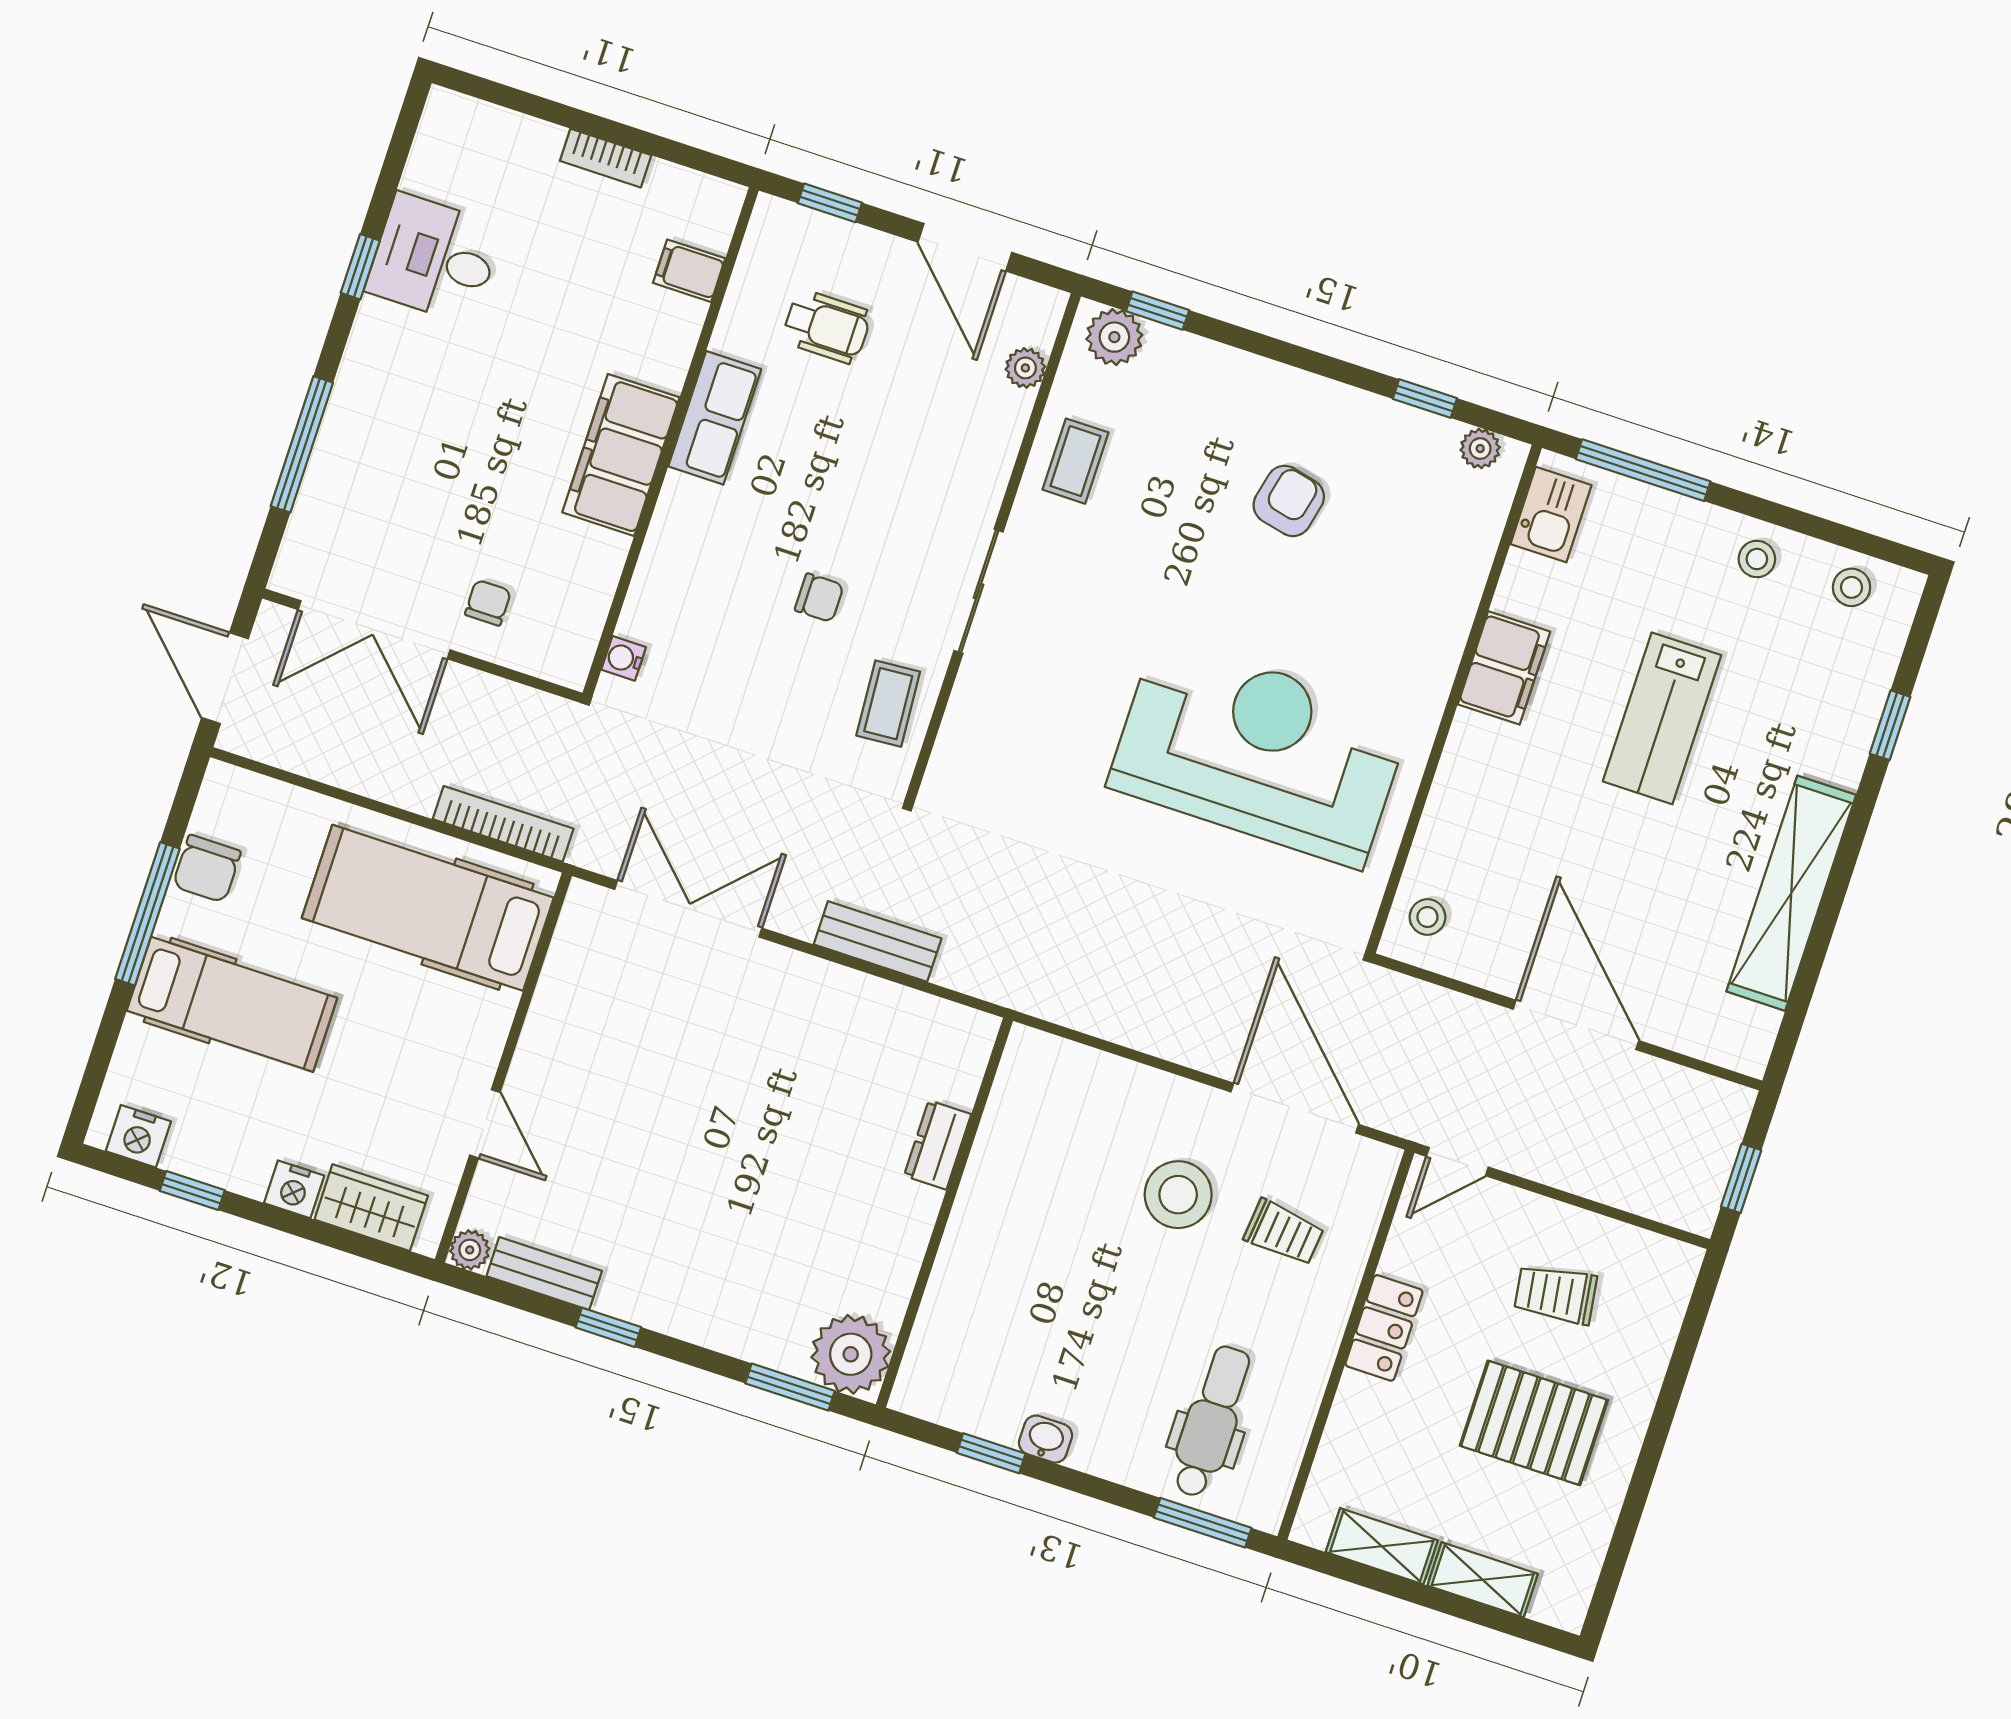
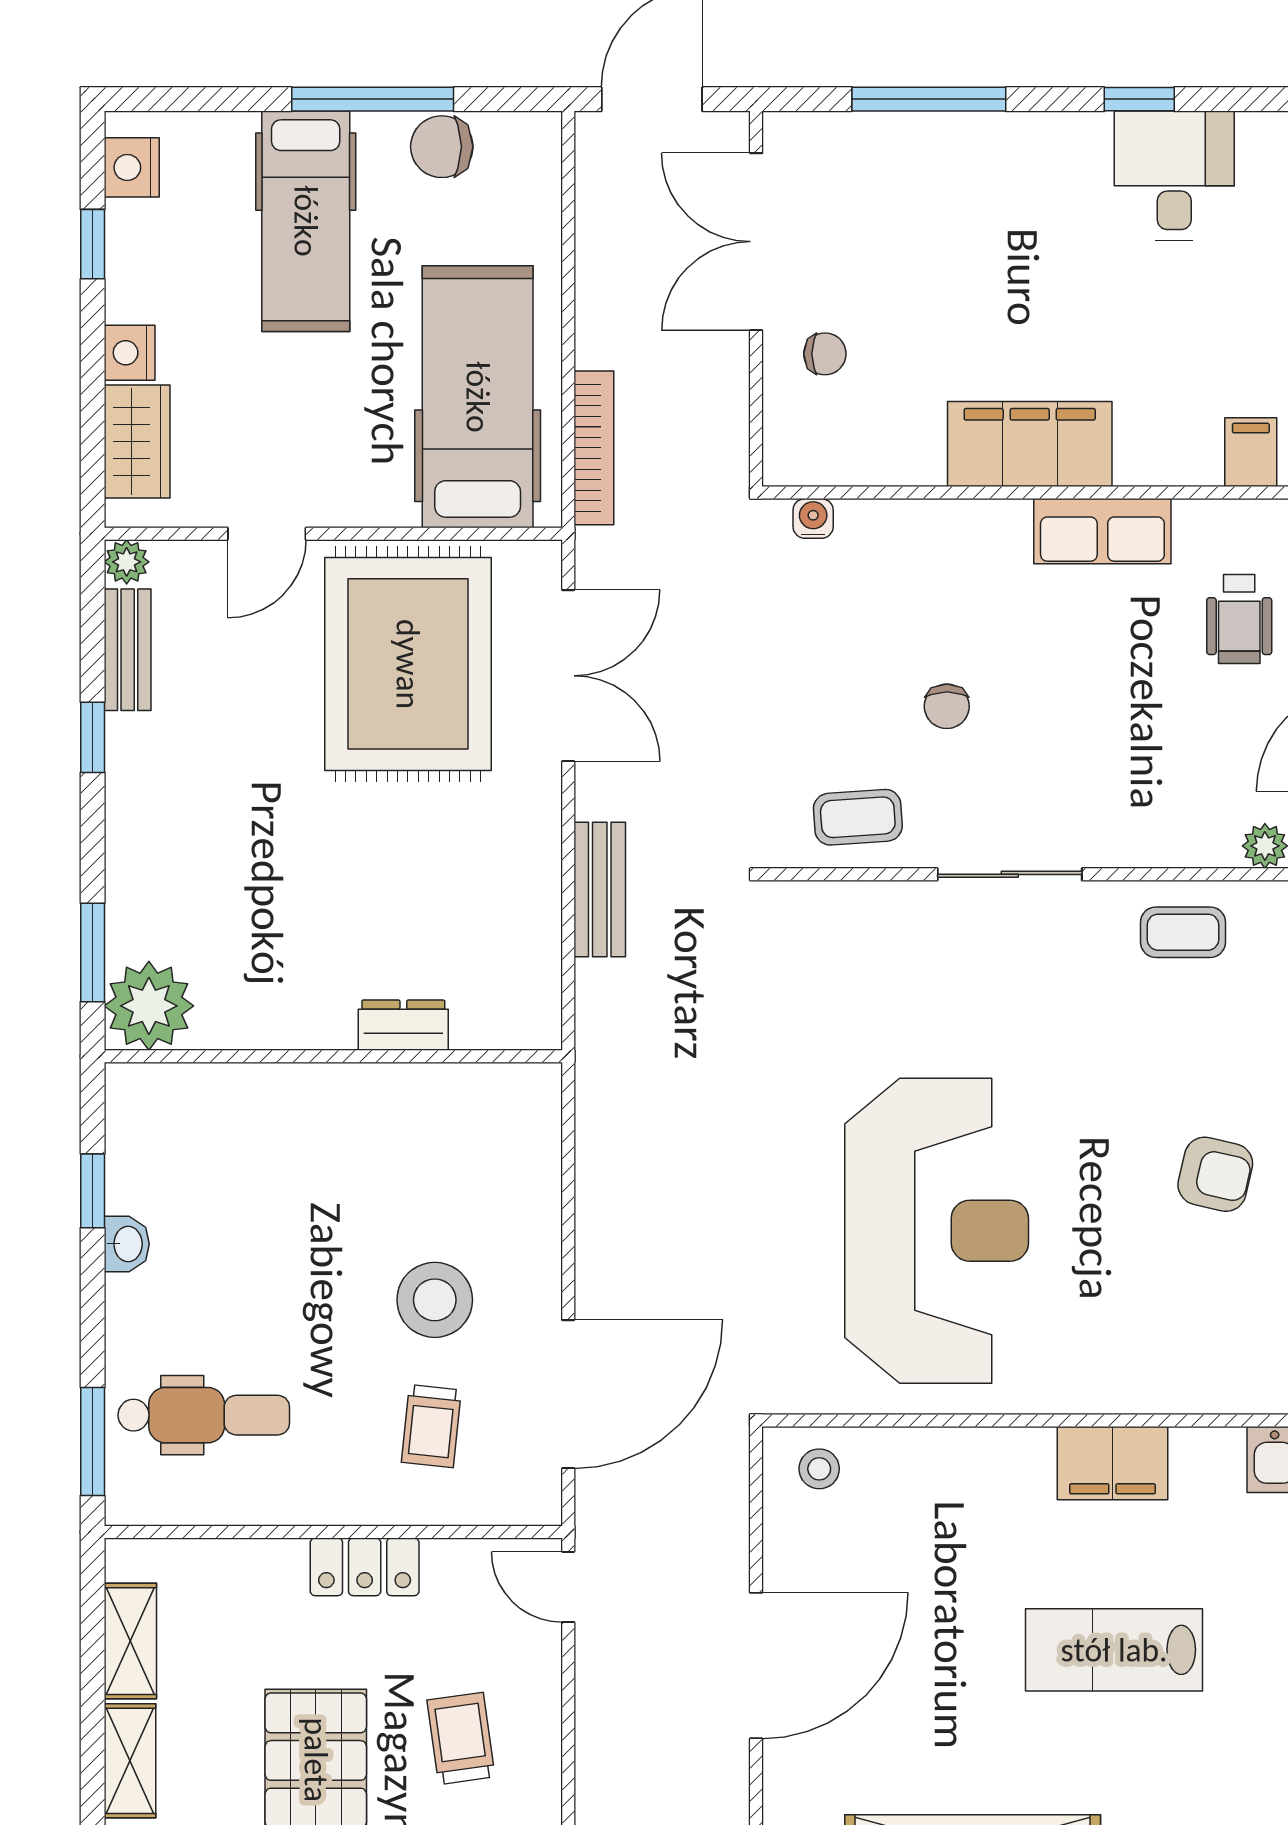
rug: (634, 1041) -> (408, 664), added

